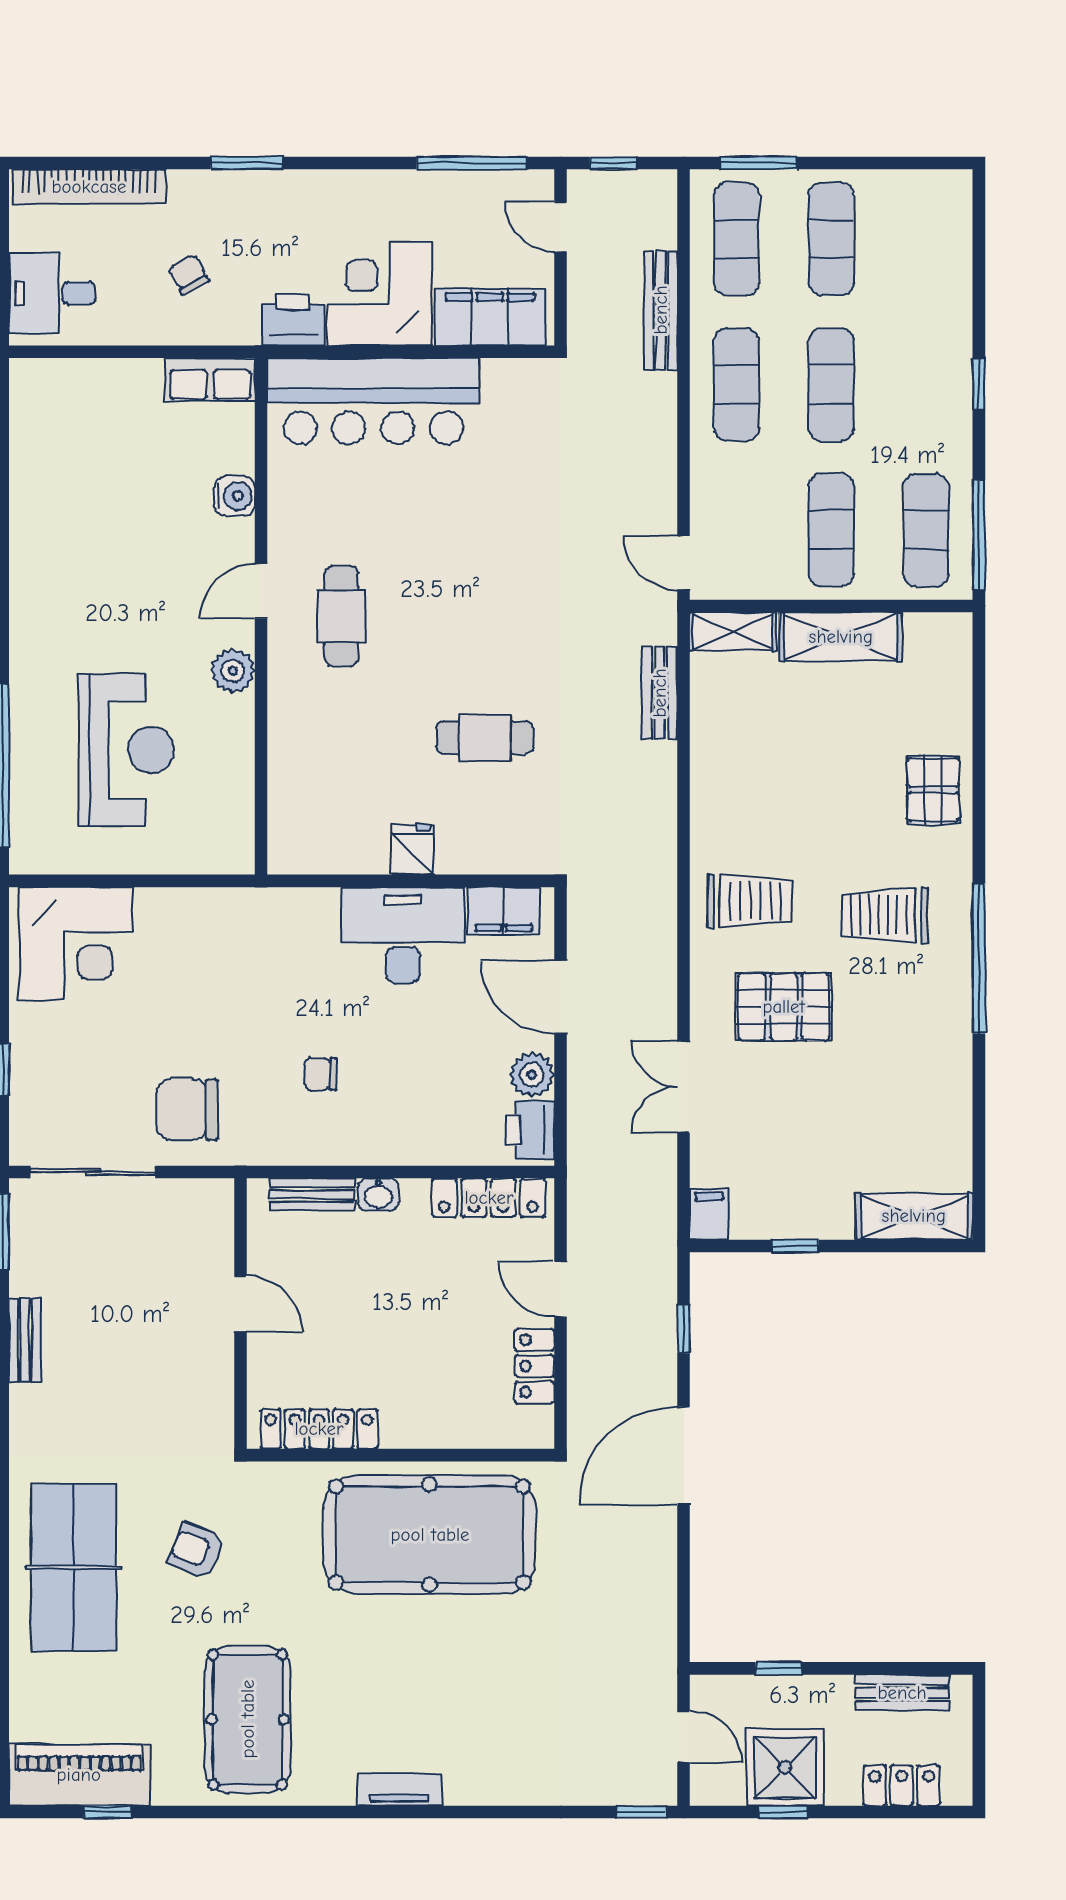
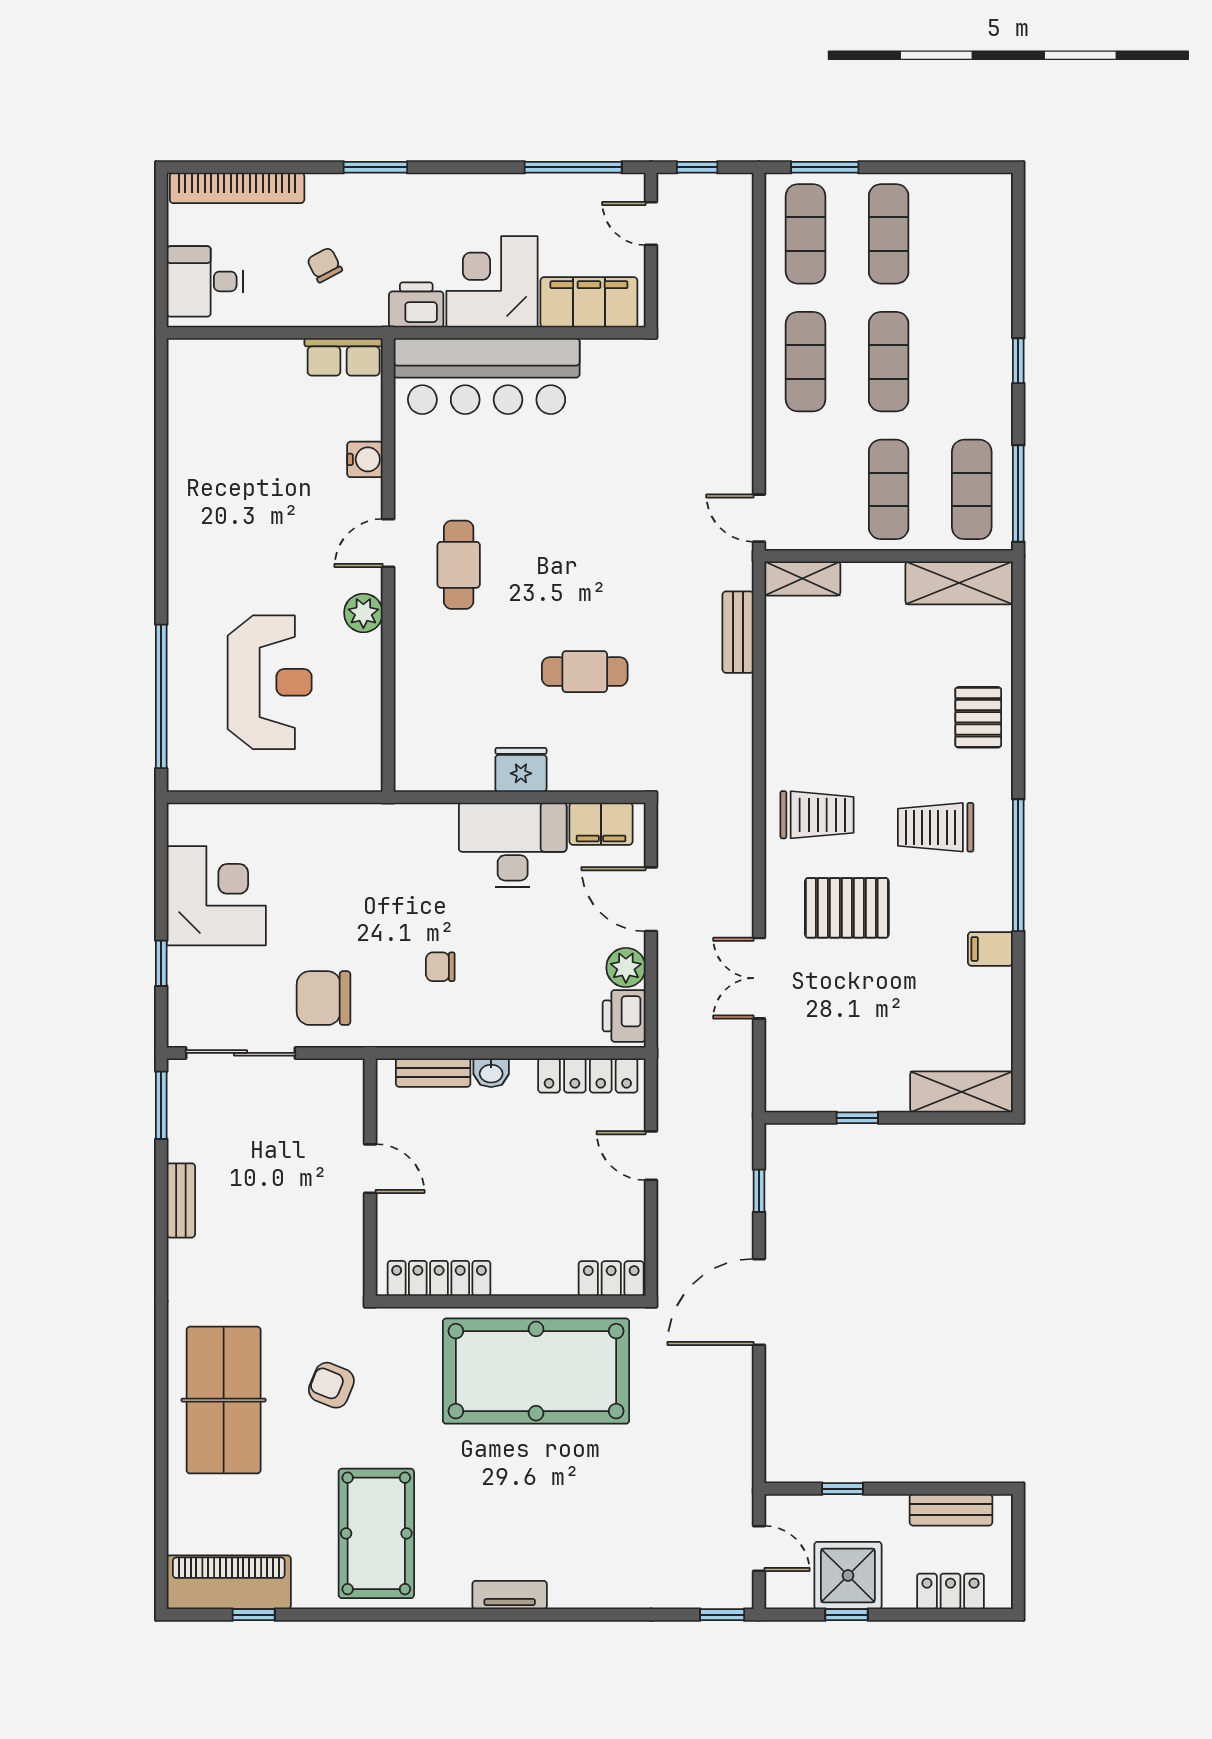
bench: (661, 310) -> (739, 297), removed
shelving: (841, 637) -> (959, 583), moved
fridge: (412, 850) -> (521, 770), width x1.38
corner desk: (76, 944) -> (216, 896), moved, turned -90
filing cabinet: (709, 1214) -> (990, 949), moved, turned -90
locker: (535, 1366) -> (611, 1279), moved, turned 90

